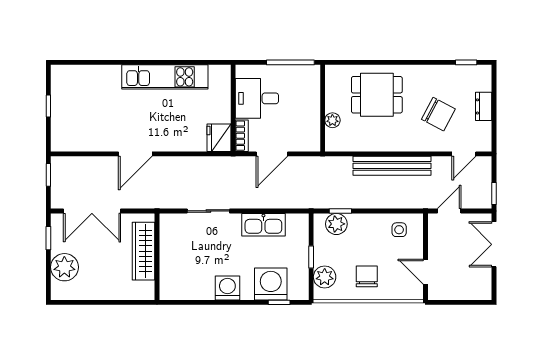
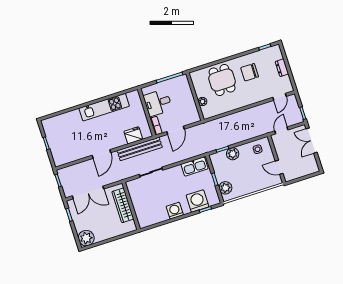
dining table: (377, 95) -> (222, 80), turned 90
chair: (438, 114) -> (250, 72), moved, turned 152
fridge: (219, 138) -> (133, 135), moved, turned 90
bench: (392, 166) -> (140, 149), moved
plant: (336, 224) -> (233, 154), moved
kitchen sink: (263, 225) -> (195, 166), moved
plant: (64, 267) -> (86, 238), moved
chair: (367, 276) -> (248, 180), removed

